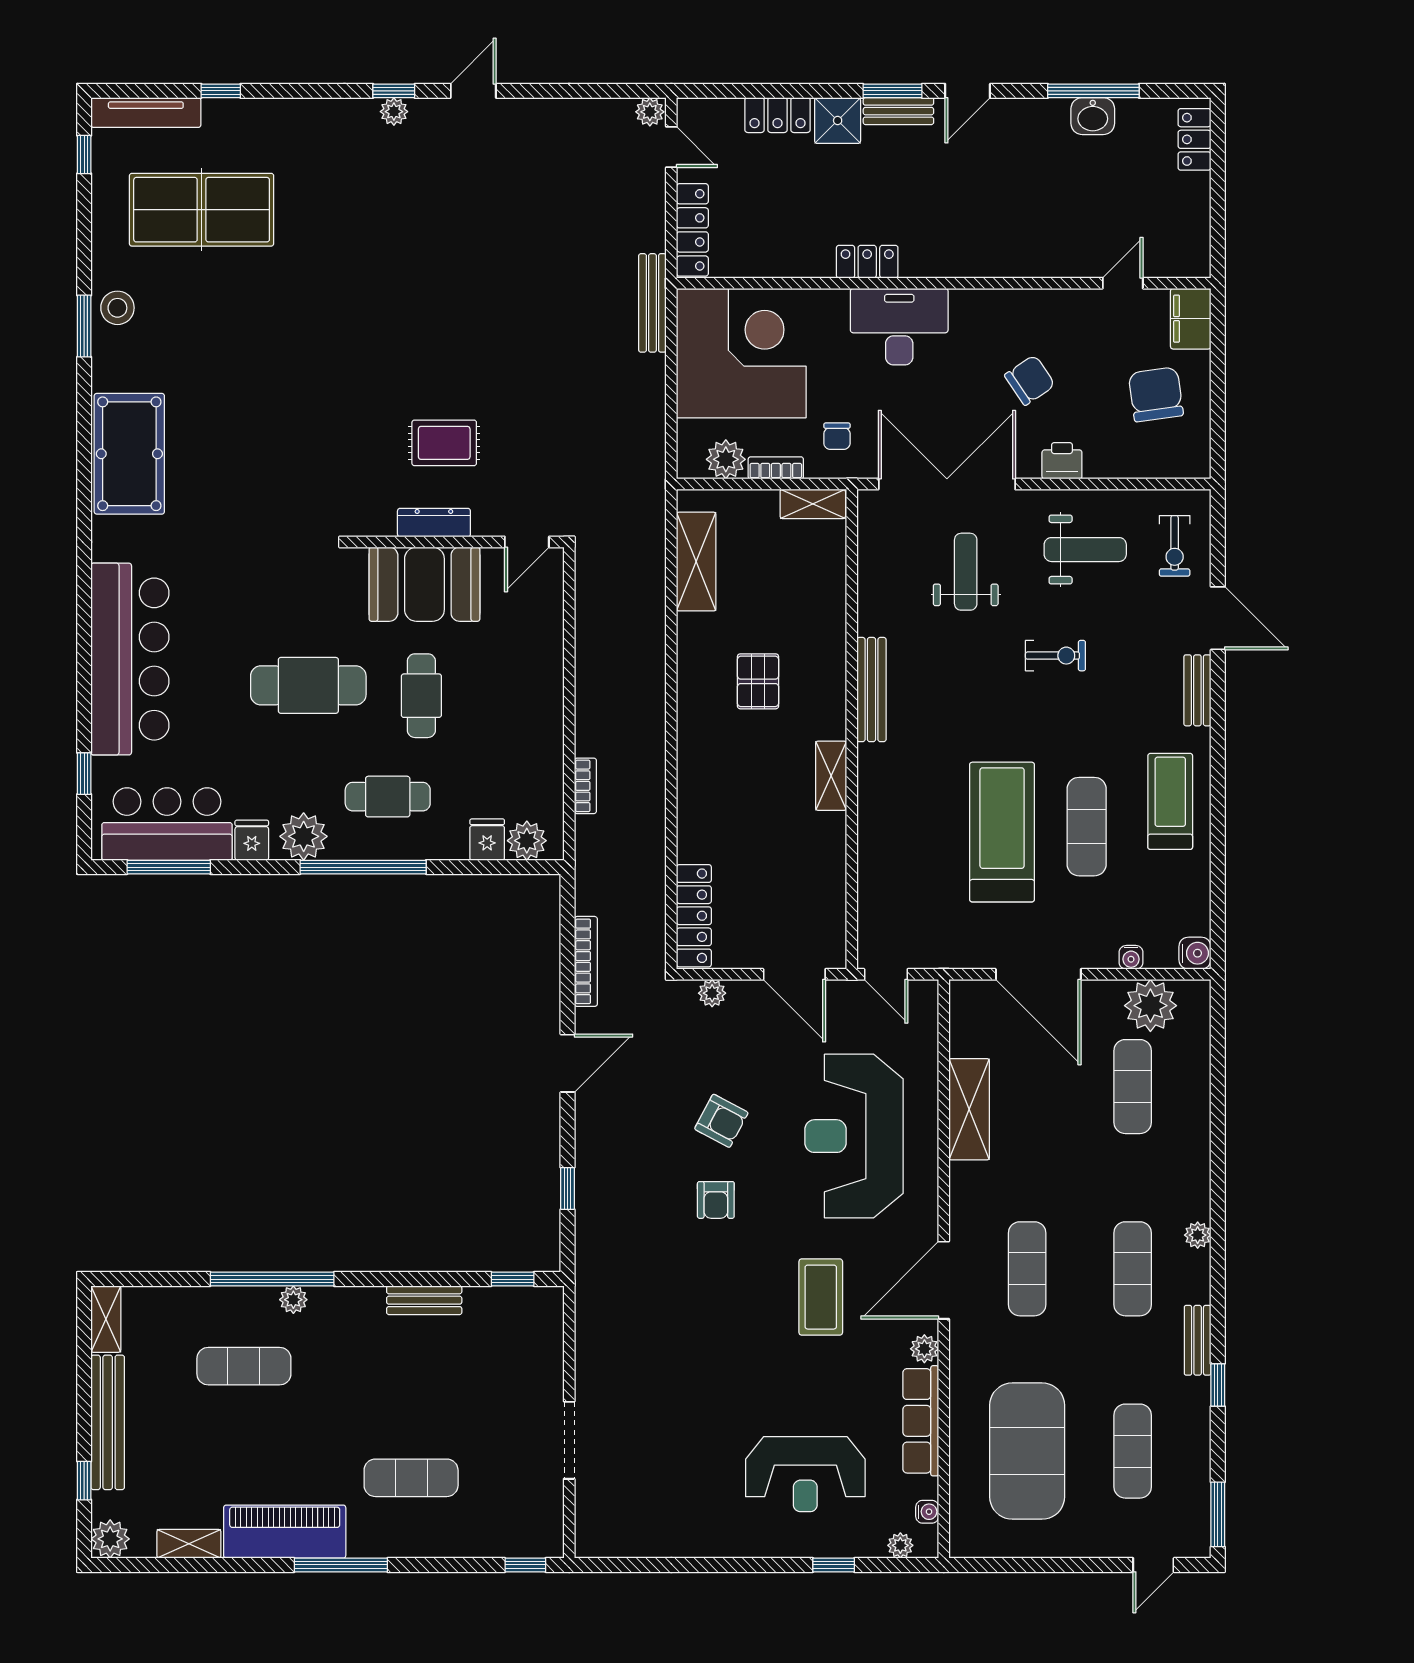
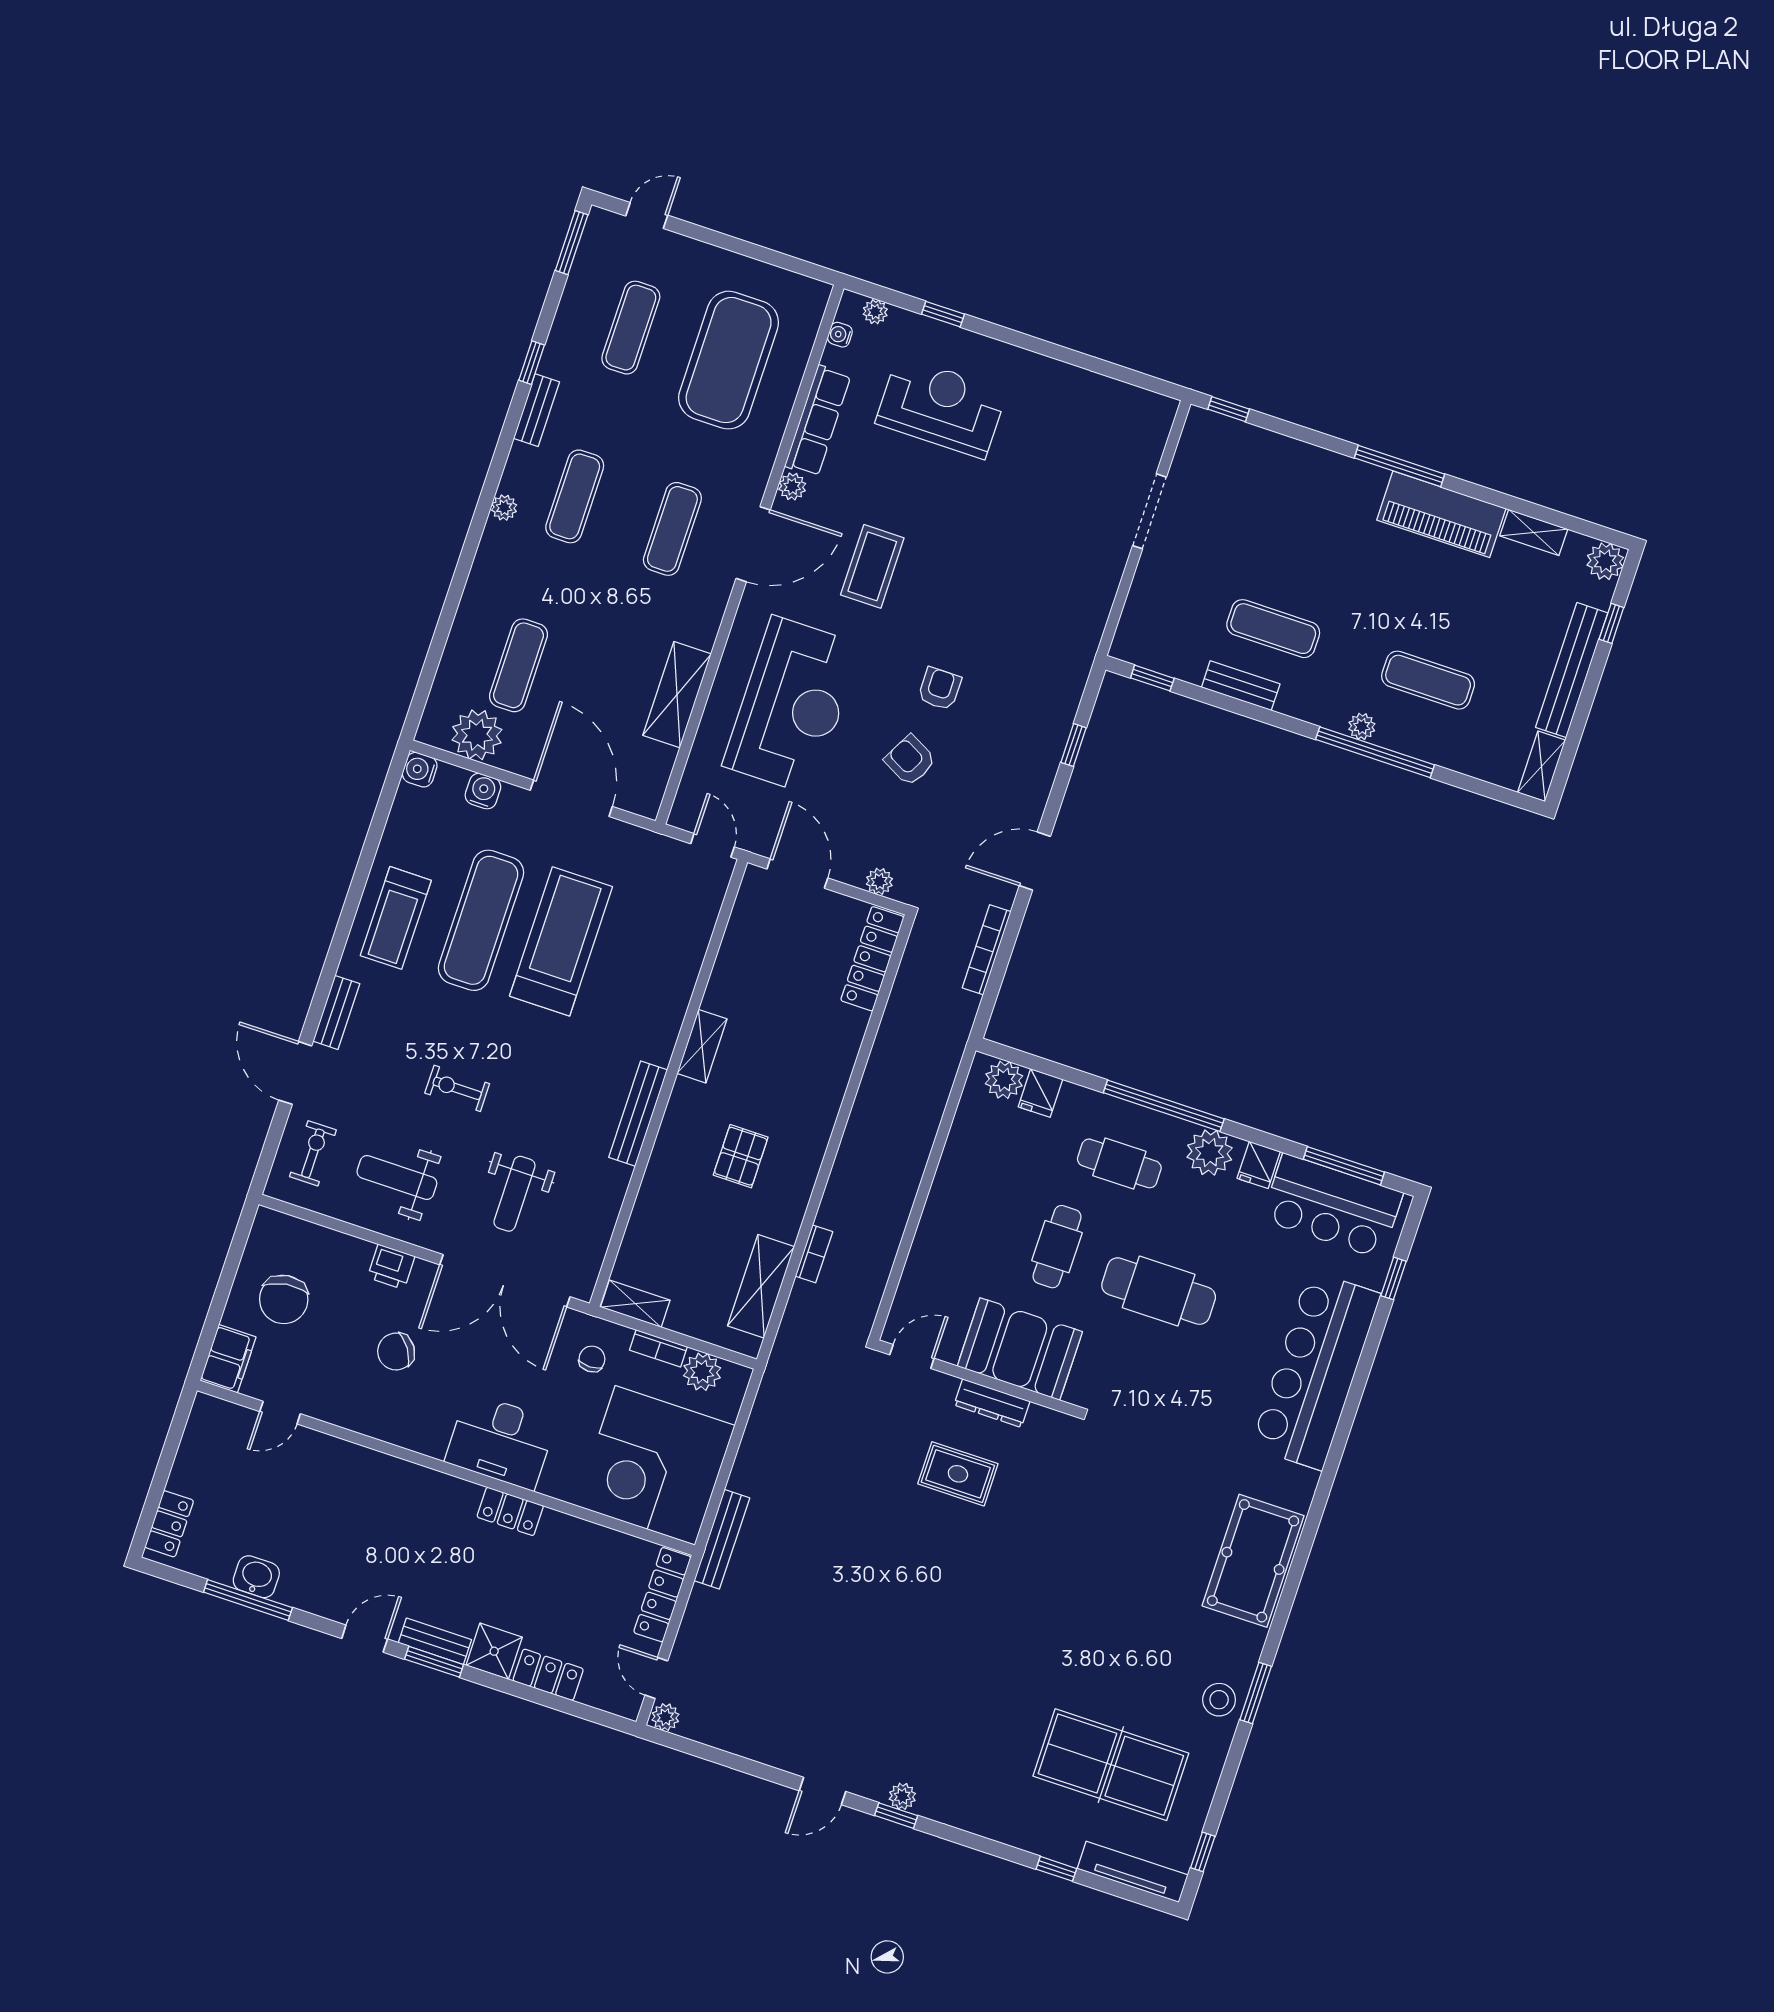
bookcase: (585, 786) -> (814, 1254), moved, turned 180
exercise mat: (1087, 827) -> (481, 920), width x1.36, depth x1.45
treadmill: (1002, 832) -> (561, 941), turned 180
water cooler: (1131, 957) -> (483, 791), width x1.38, depth x1.38
exercise mat: (411, 1478) -> (1273, 629), moved

